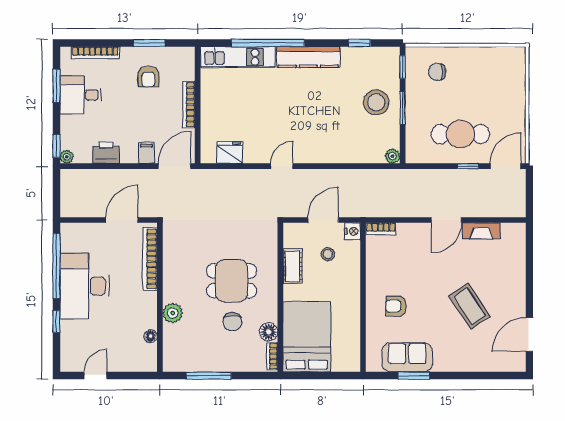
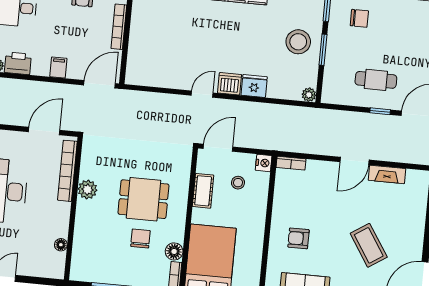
chair: (437, 72) -> (359, 18), turned 180
cafe table: (460, 134) -> (376, 80), width x0.73, depth x0.74
fridge: (230, 152) -> (254, 86), moved
printer: (106, 153) -> (18, 63), moved
filing cabinet: (147, 153) -> (58, 67), moved
dishwasher: (309, 153) -> (230, 84), added
door: (323, 220) -> (218, 148), moved
plant: (173, 313) -> (87, 189), moved
chair: (232, 322) -> (140, 238), turned 180

